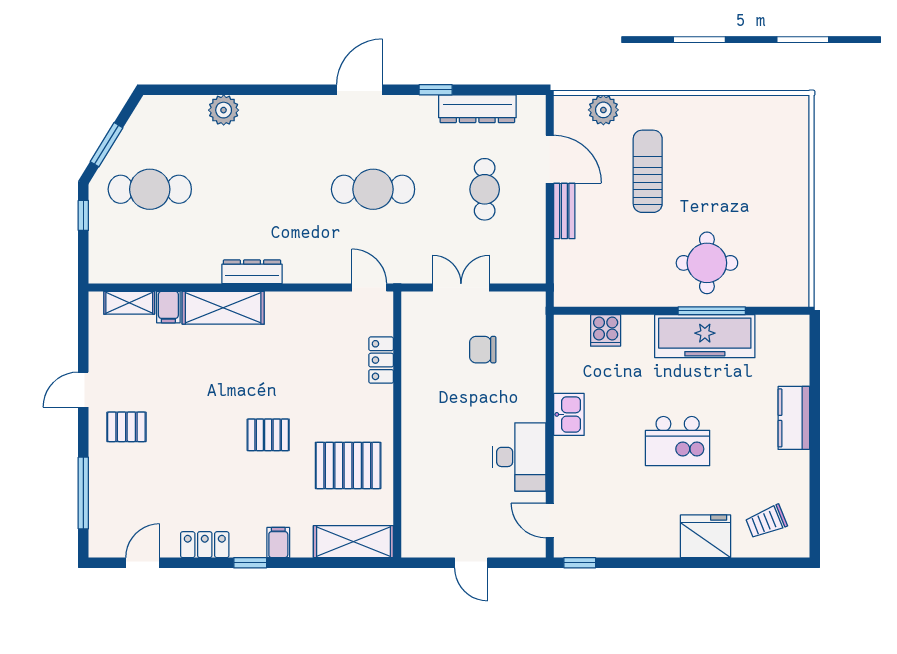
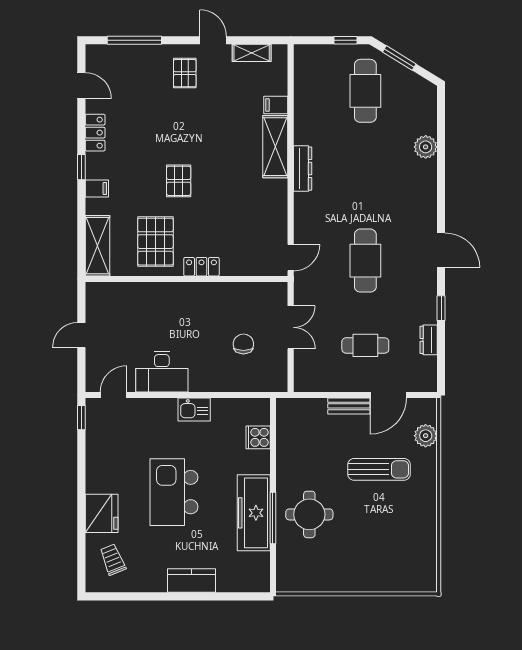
dresser: (477, 109) -> (429, 340), width x0.51, depth x0.80
shelving: (129, 303) -> (252, 53), moved, turned 90
locker: (381, 360) -> (201, 267), moved
kitchen island: (678, 441) -> (174, 492), width x1.37, depth x1.28

